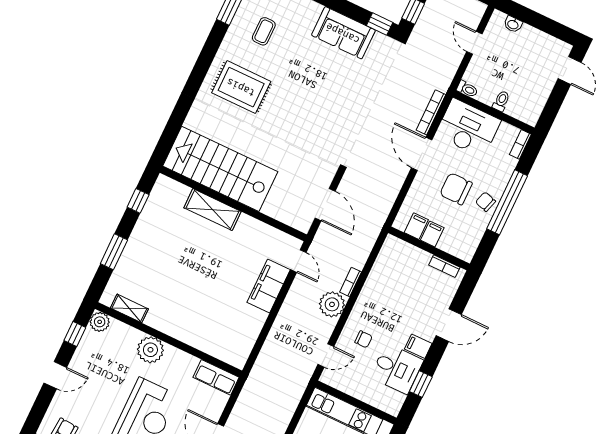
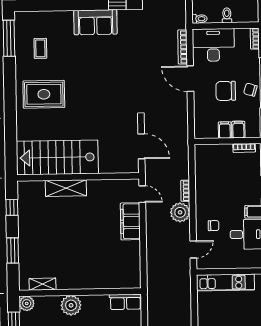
filing cabinet: (416, 226) -> (238, 130), moved

